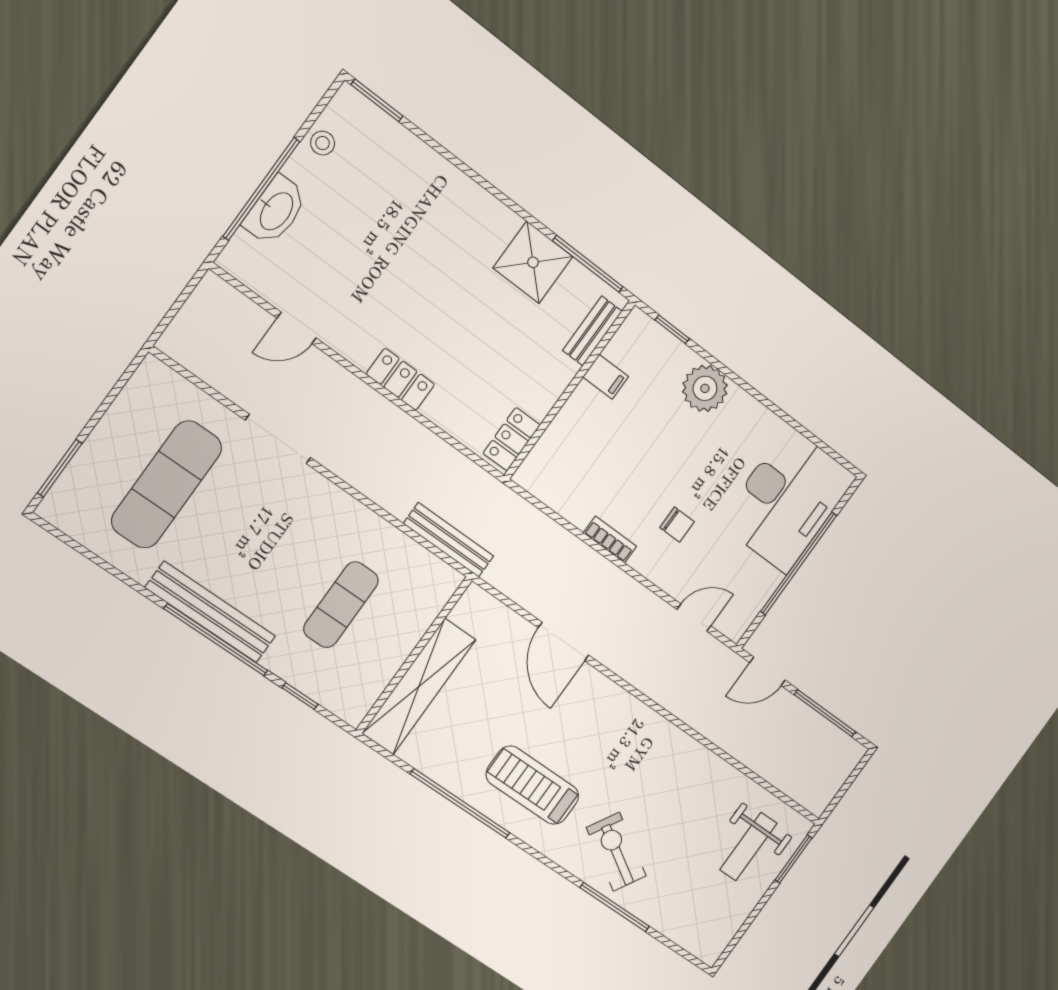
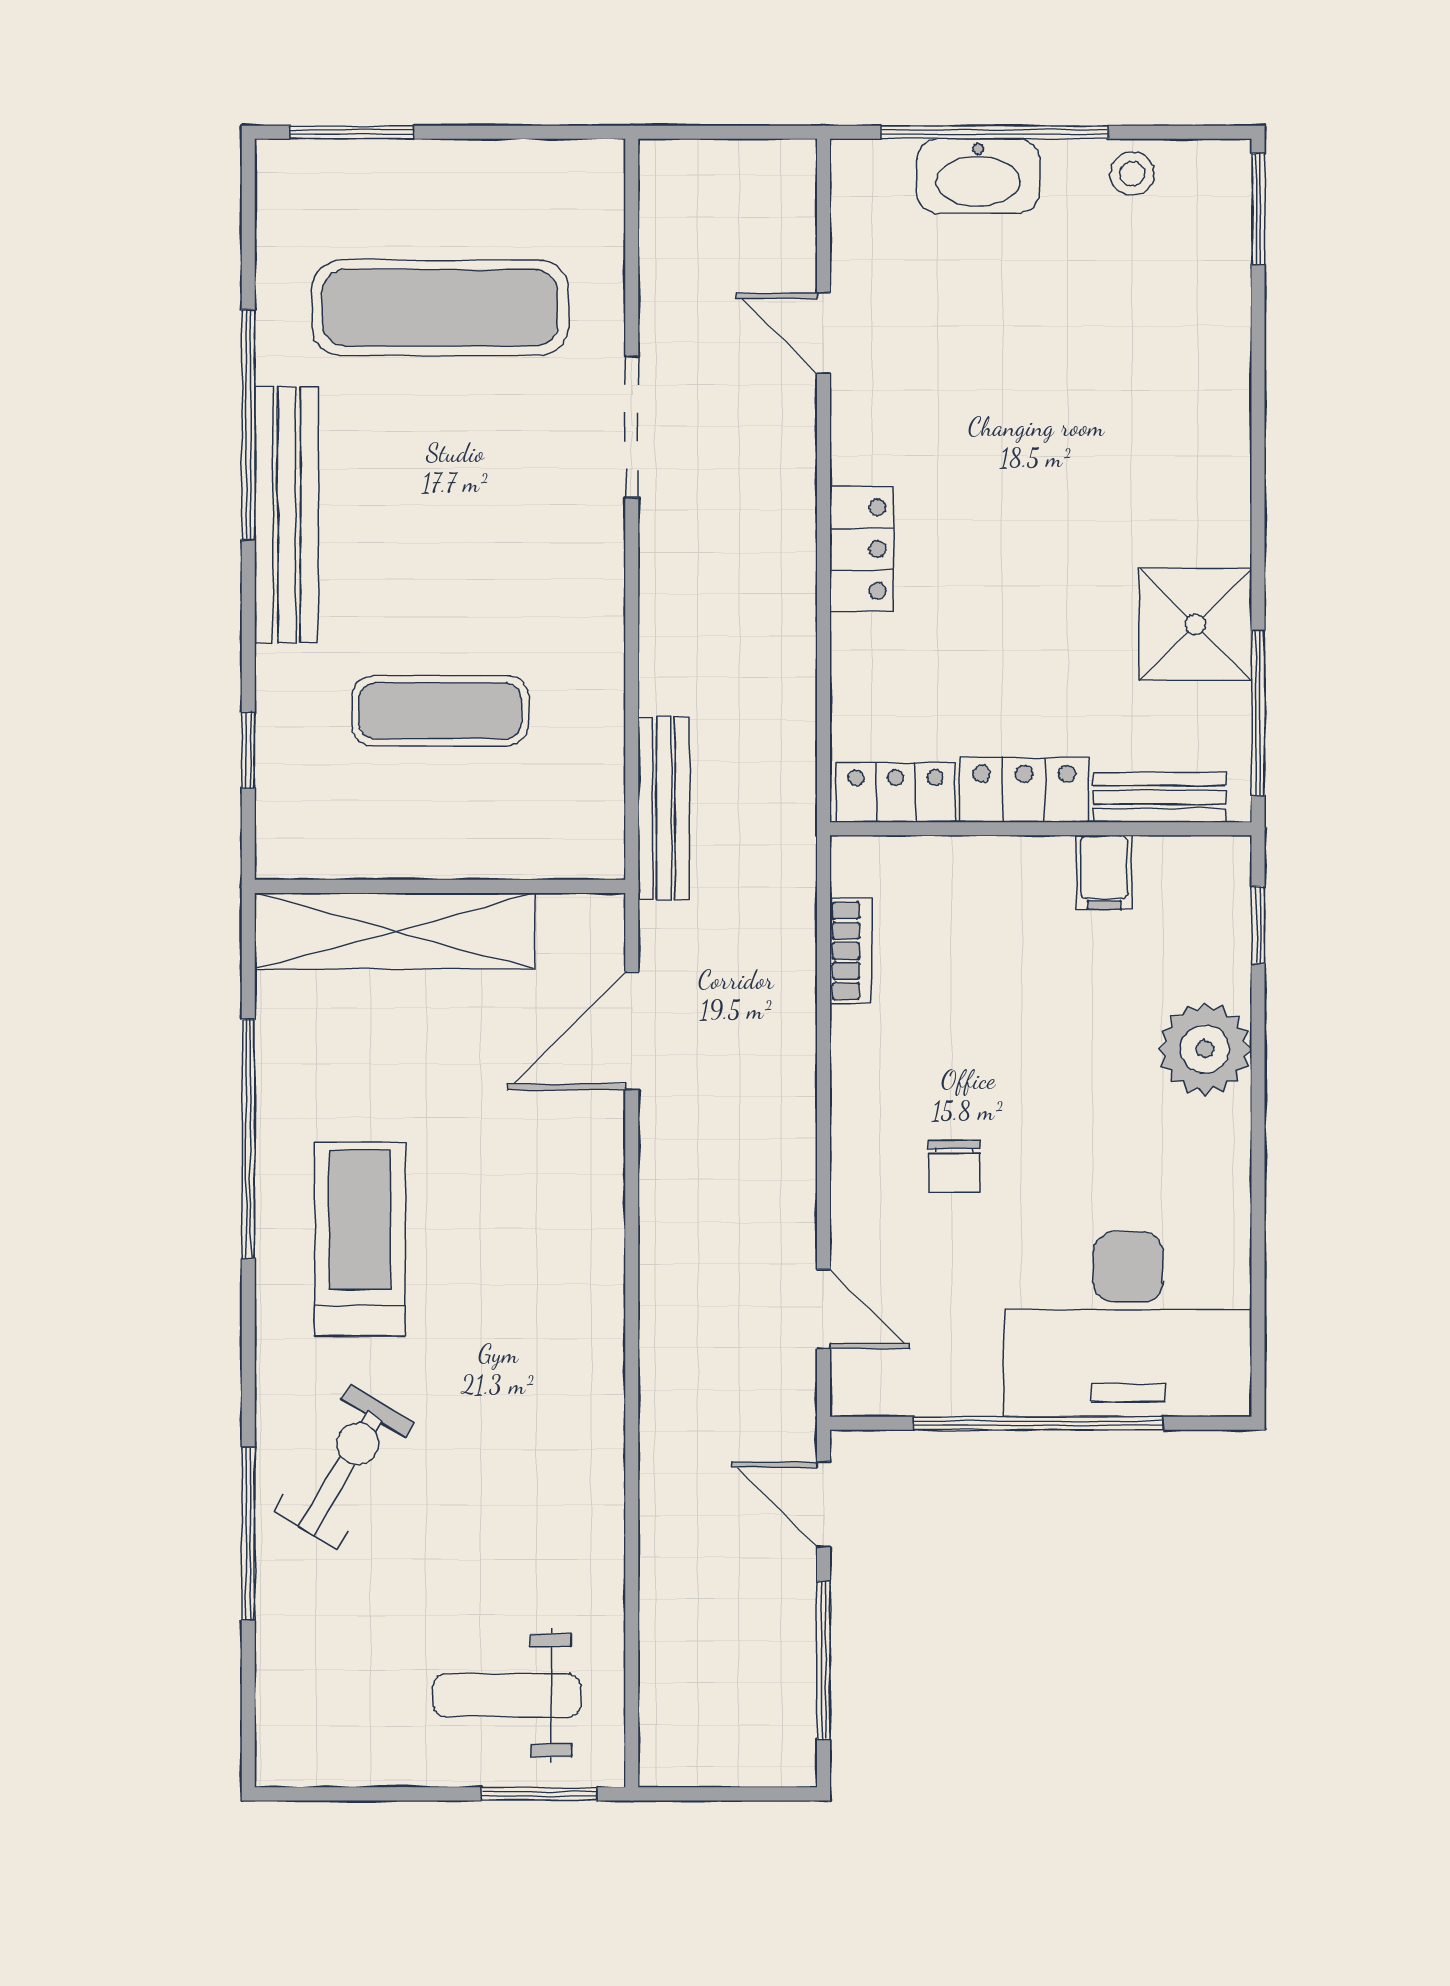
locker: (549, 385) -> (1024, 790), added
bookcase: (610, 540) -> (851, 951), moved
window: (216, 640) -> (248, 425), moved
door: (564, 641) -> (632, 1031), moved

